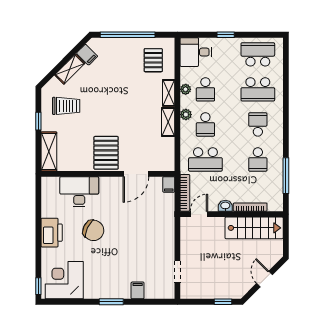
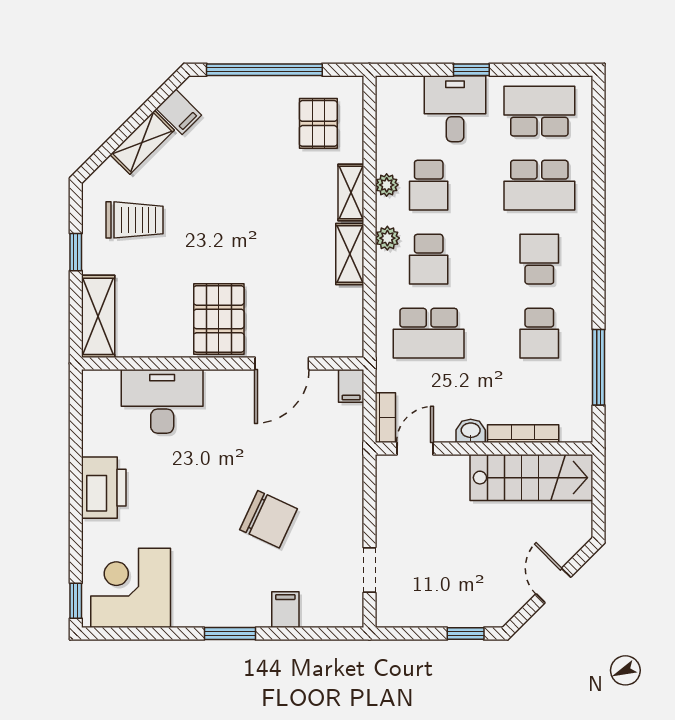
desk: (196, 52) -> (455, 109), moved, turned 90
bookcase: (185, 193) -> (385, 418), width x0.64
chair: (93, 230) -> (269, 519), moved

